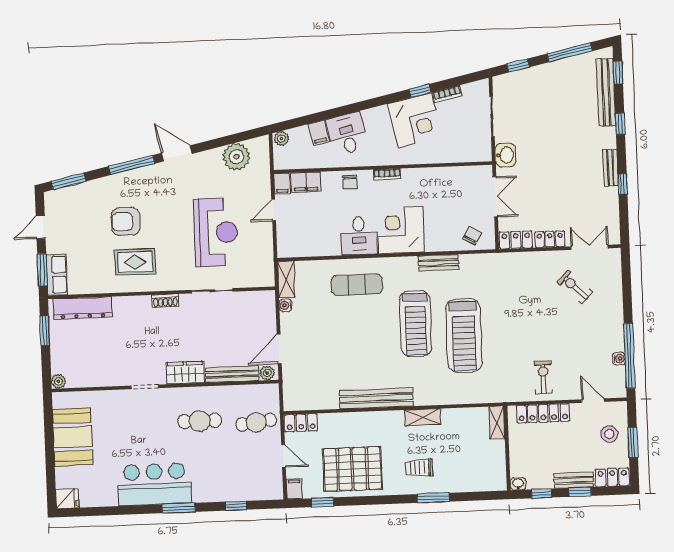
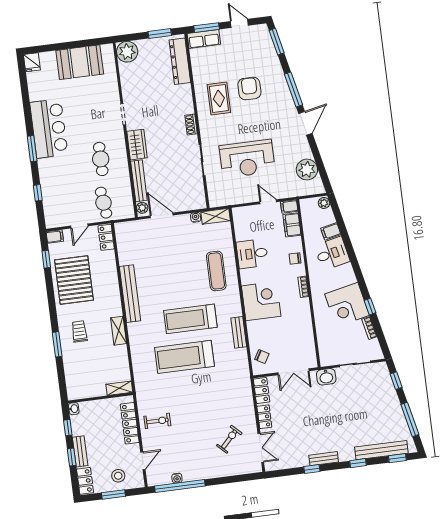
desk: (359, 236) -> (252, 254), moved
plant: (58, 381) -> (127, 52), width x1.87, depth x1.87

